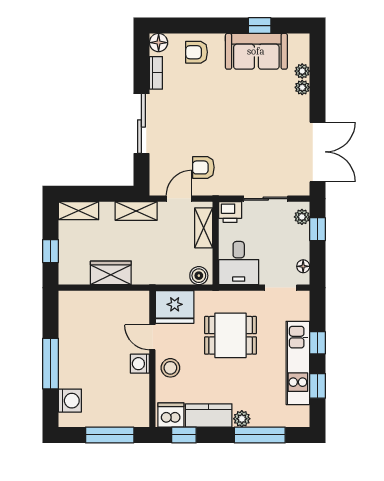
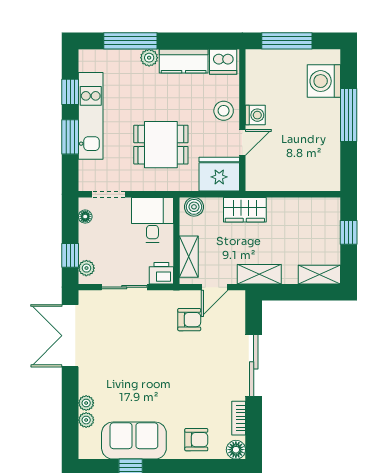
wardrobe: (111, 273) -> (245, 210), moved
door: (152, 337) -> (242, 143), hinge flipped
window: (318, 343) -> (70, 137), width x1.50
washing machine: (70, 401) -> (324, 81), width x1.37, depth x1.37
window: (184, 435) -> (209, 41), removed

